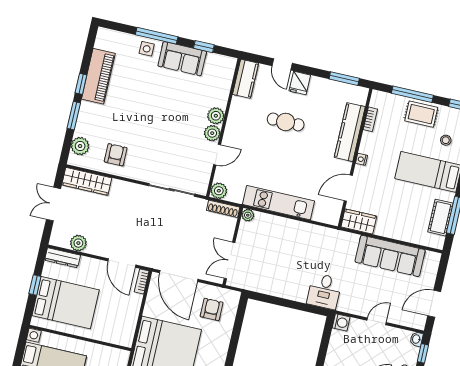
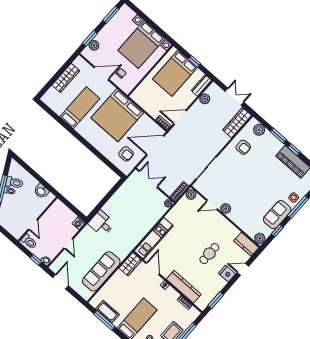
plant: (216, 116) -> (260, 238), moved
door: (217, 155) -> (212, 205), hinge flipped
kitchen unit: (278, 203) -> (154, 238), moved

